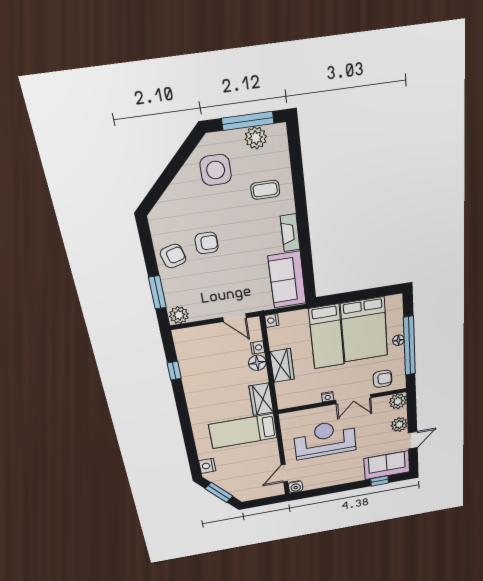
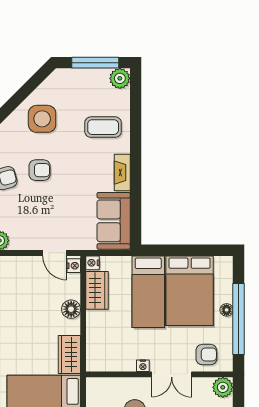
plant: (256, 138) -> (120, 78), moved
side table: (216, 170) -> (42, 119), moved
coffee table: (265, 190) -> (103, 127), width x1.36, depth x1.30
nightstand: (258, 348) -> (74, 266), moved
wardrobe: (282, 366) -> (97, 290), moved

